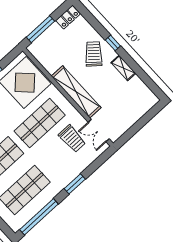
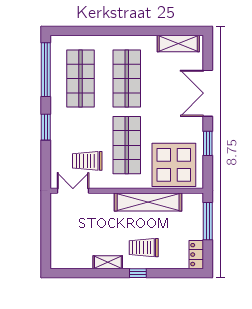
trolley: (94, 54) -> (144, 248), turned 140
shelving: (76, 92) -> (148, 202), moved

